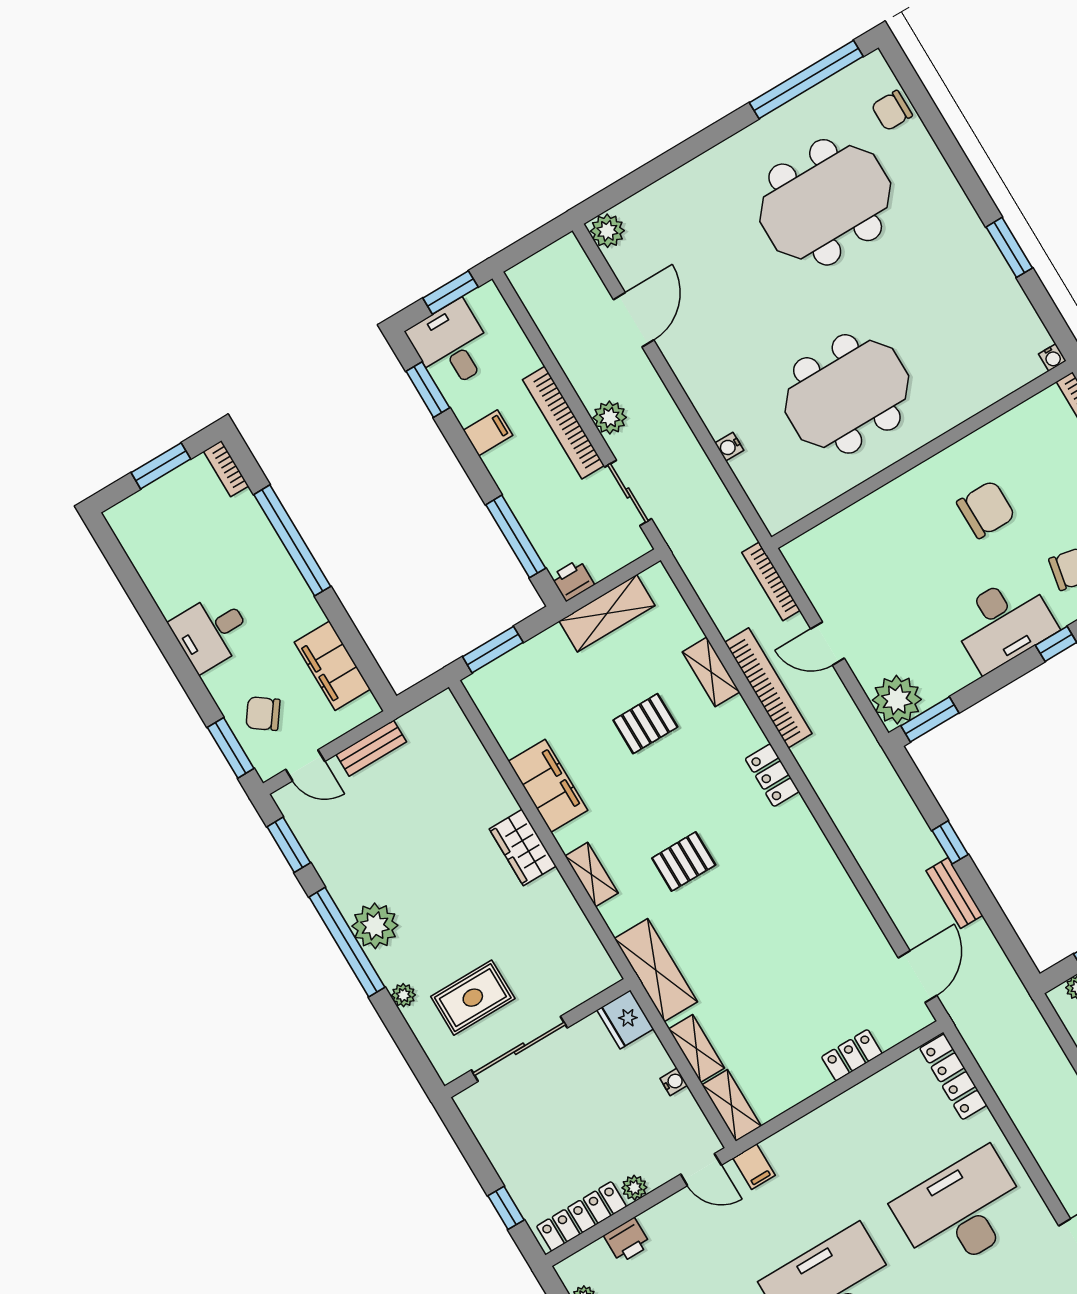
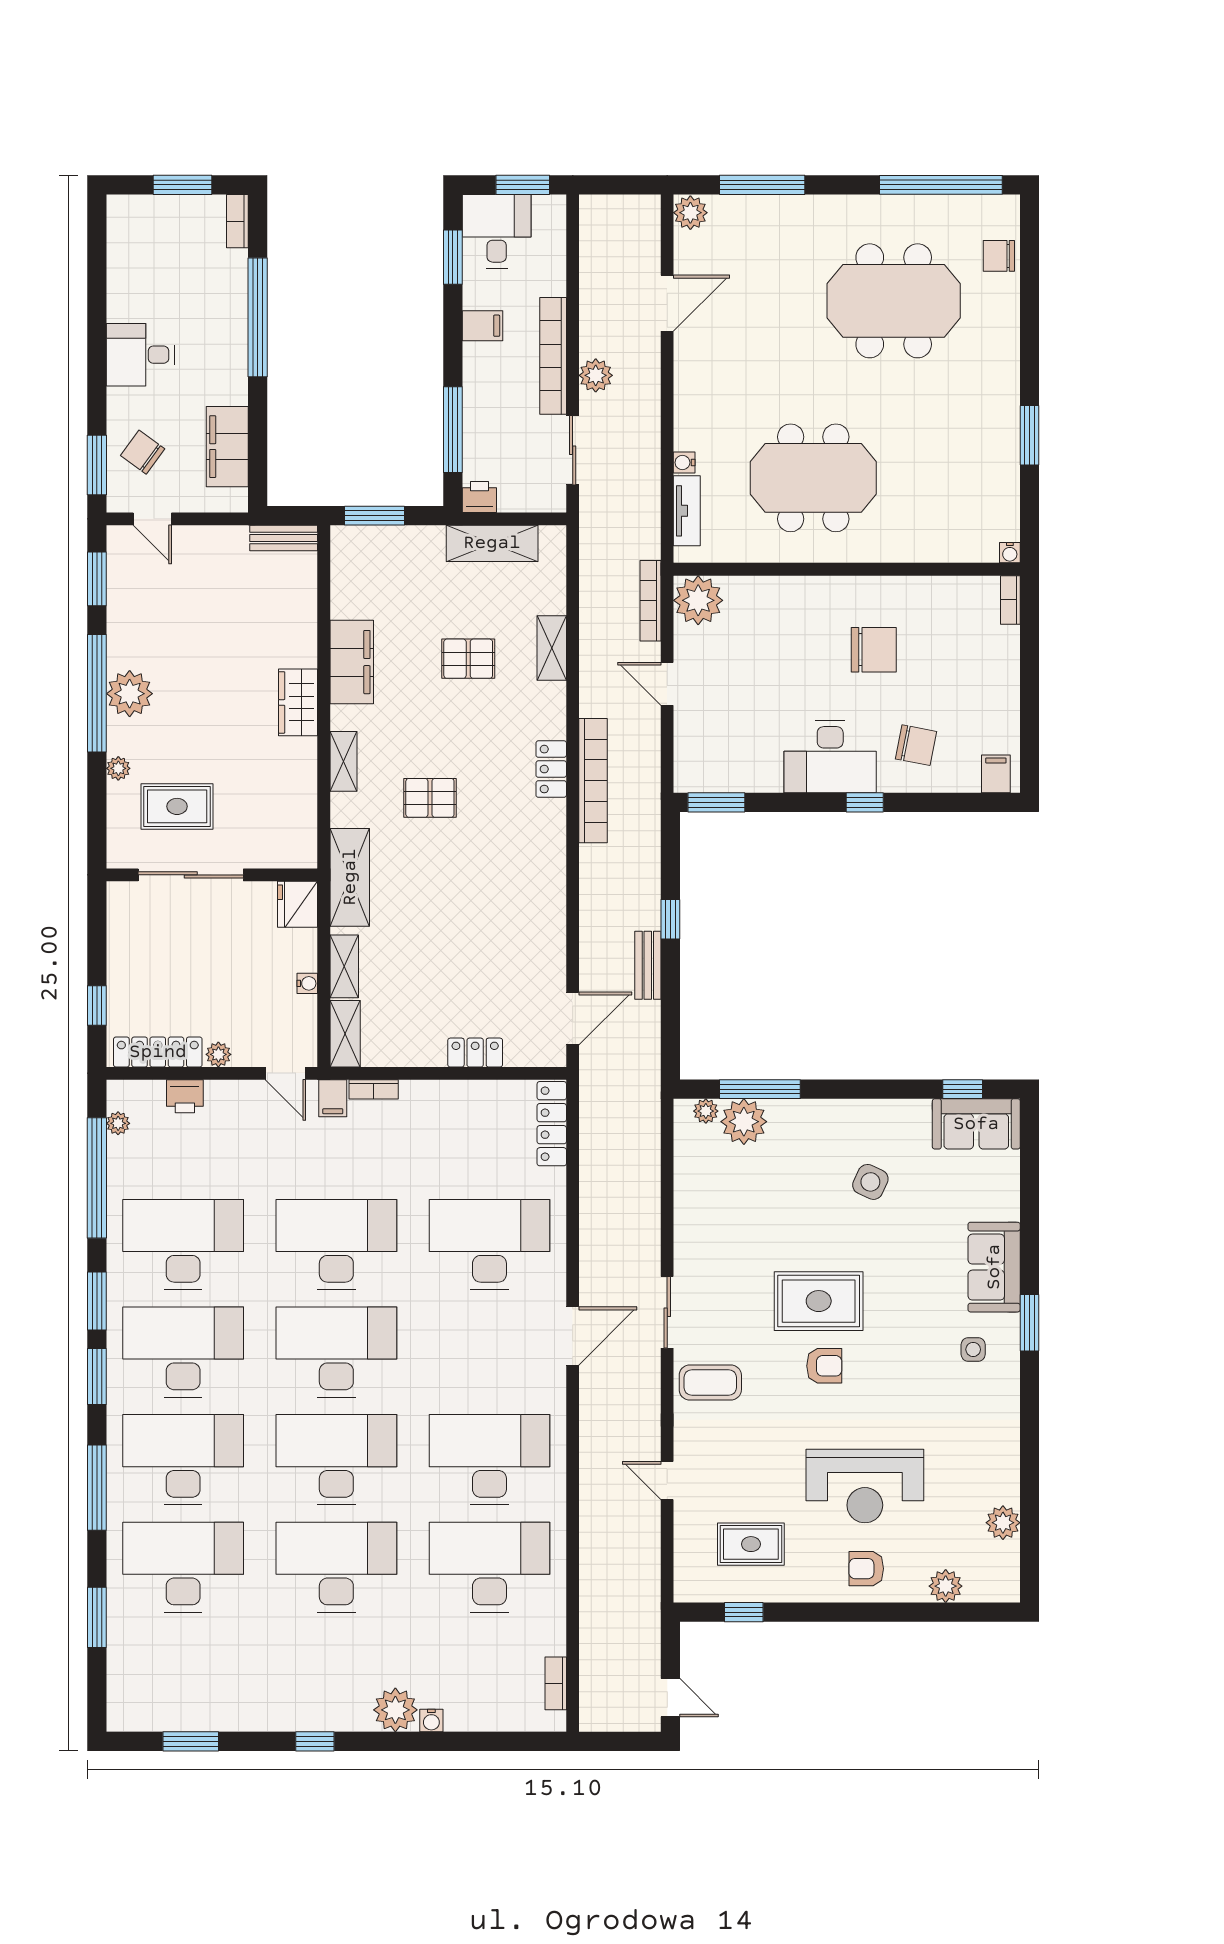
window: (654, 171) -> (762, 185), added
tv unit: (756, 486) -> (687, 511), added
bookcase: (768, 688) -> (593, 781), moved
plant: (897, 700) -> (698, 600), moved
bench: (371, 748) -> (284, 538), moved
bookcase: (784, 1138) -> (374, 1089), added

